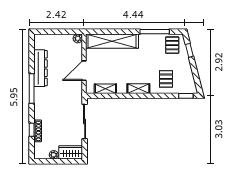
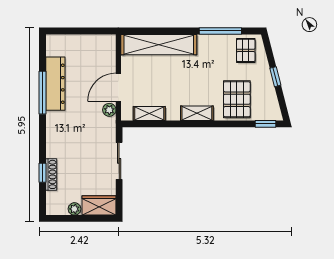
plant: (78, 38) -> (109, 110), moved
window: (189, 50) -> (275, 77), moved
pallet: (166, 79) -> (237, 99), width x1.50, depth x1.42
window: (32, 89) -> (43, 93), moved
sliding door: (85, 121) -> (119, 161), width x0.73

